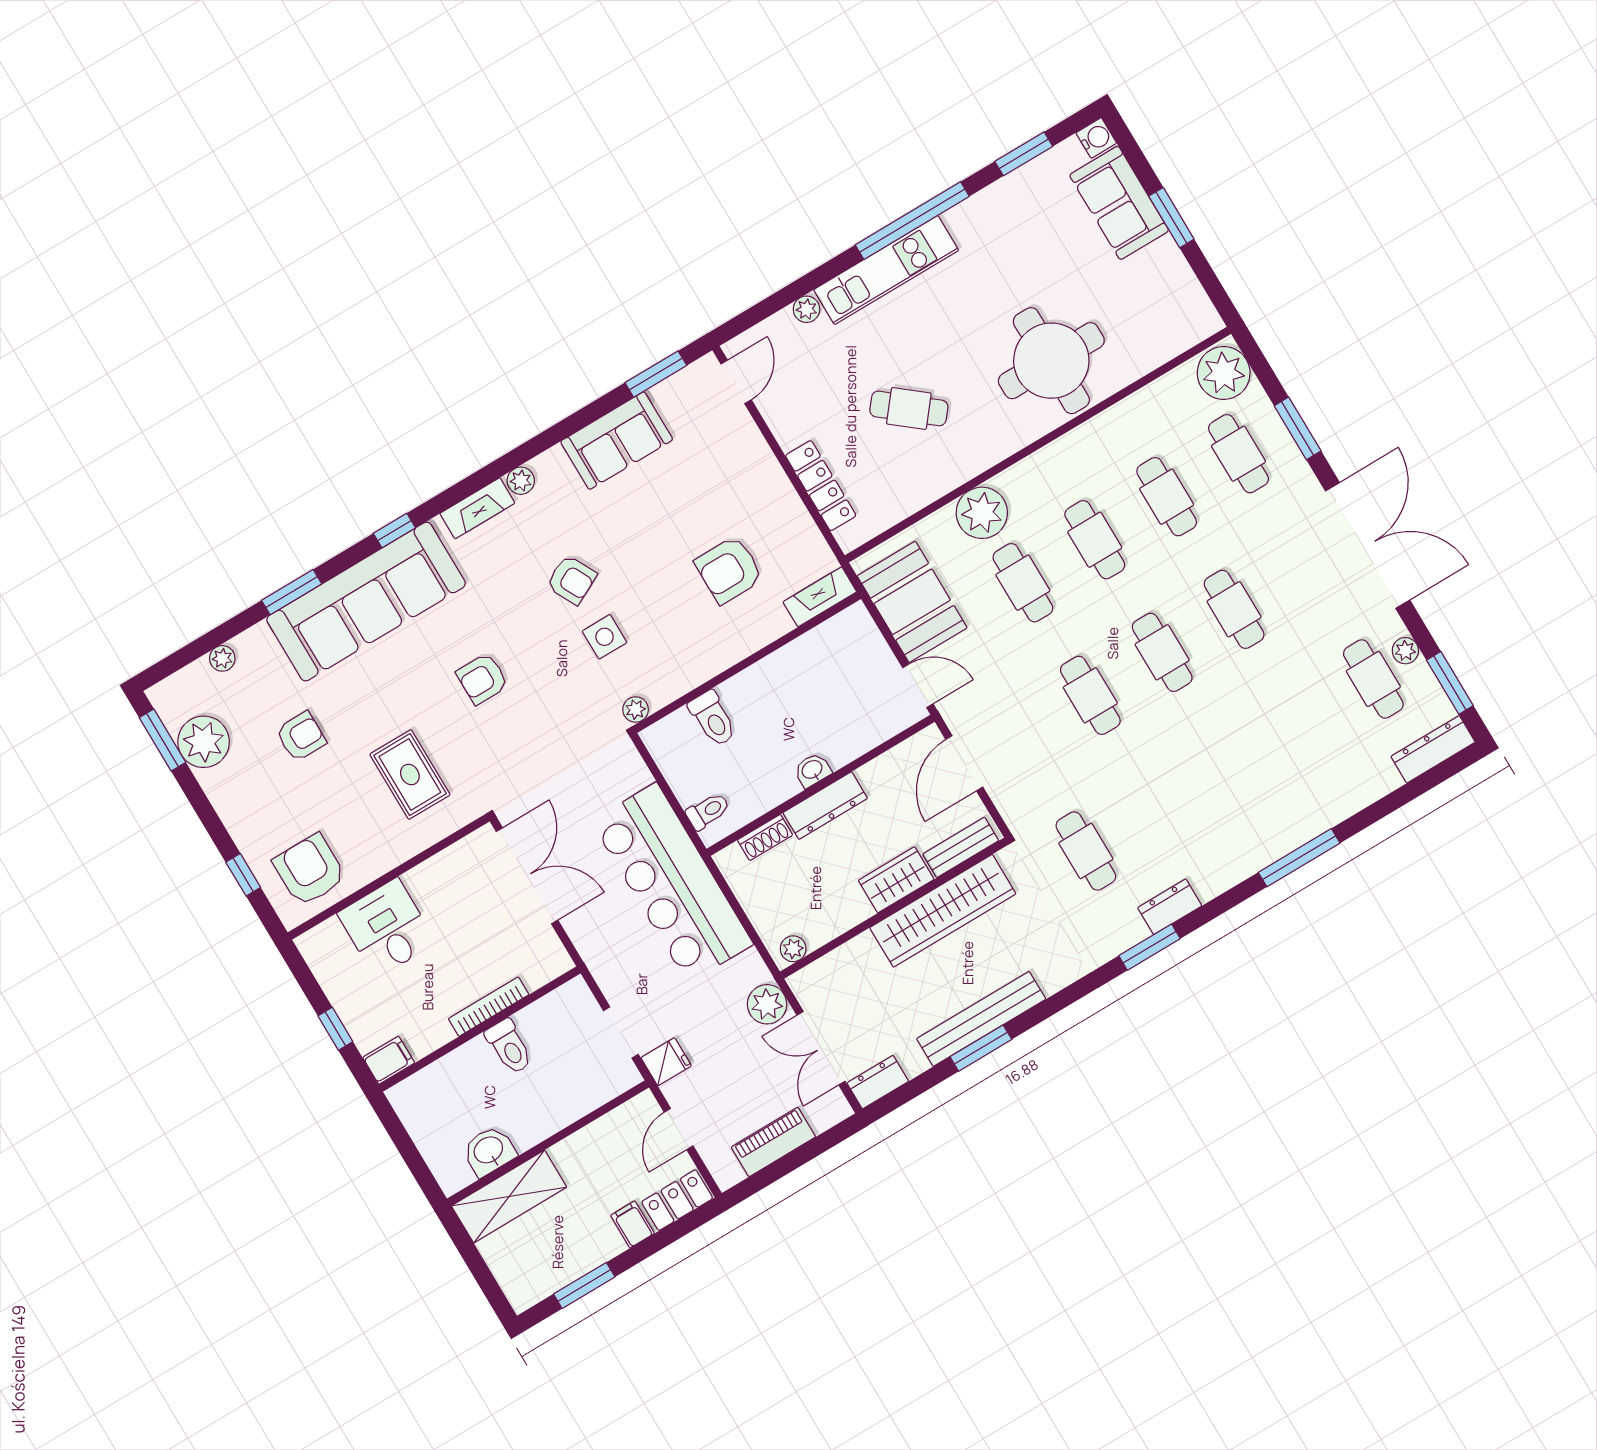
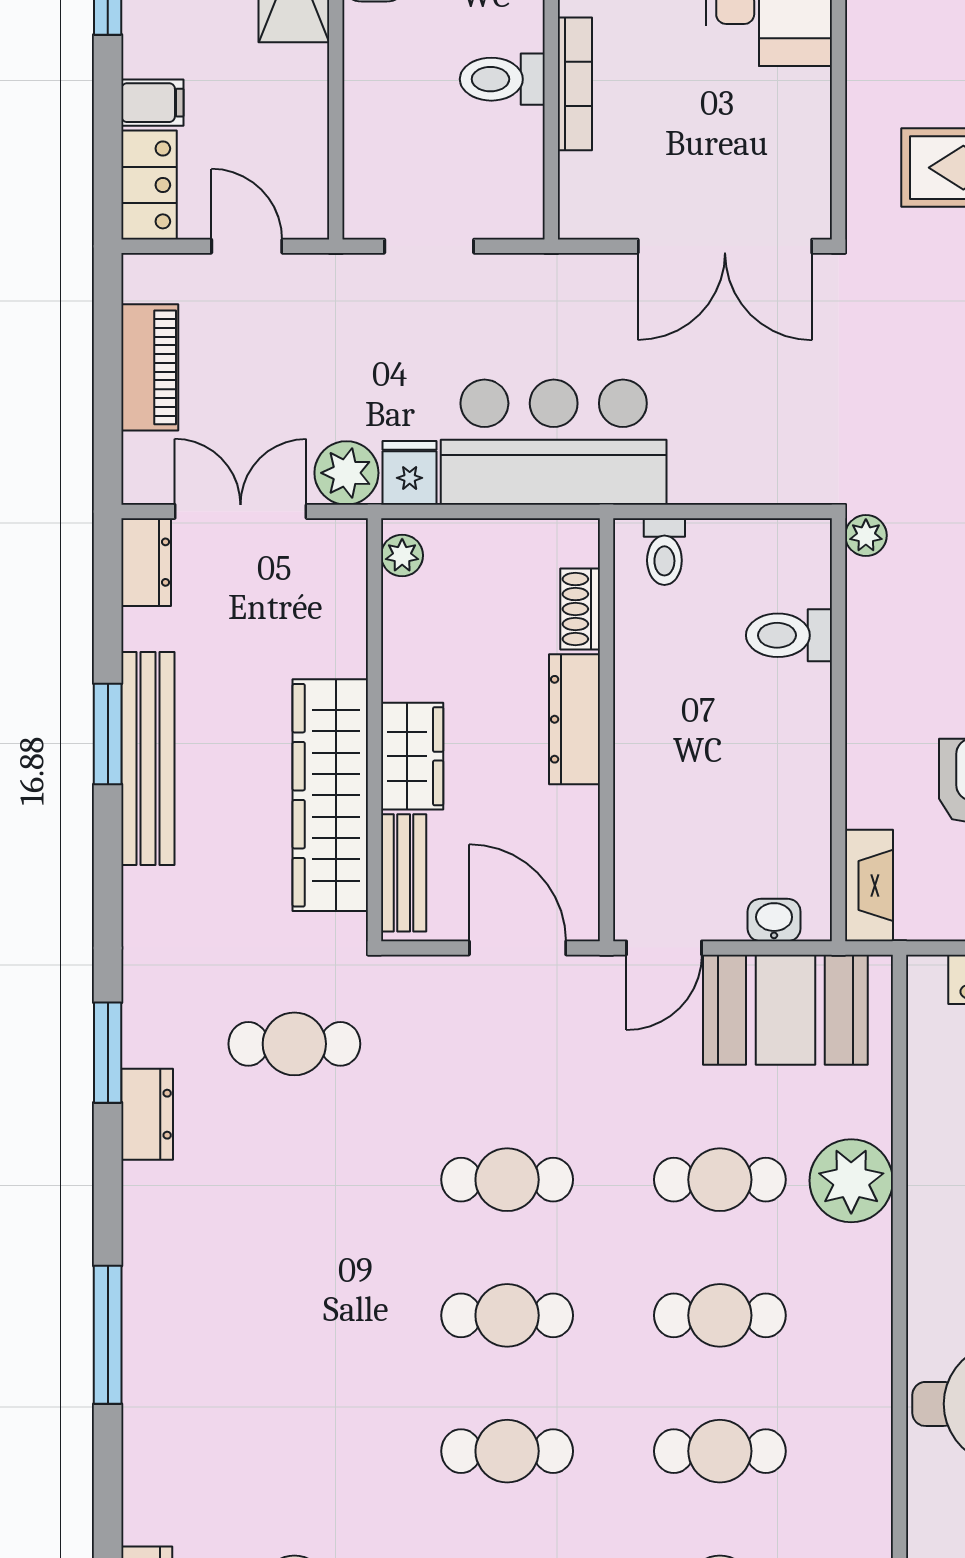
washbasin: (812, 770) -> (774, 920), moved, turned -90
bar counter: (672, 883) -> (554, 442), width x0.73
fridge: (666, 1062) -> (410, 473), moved, turned 180

